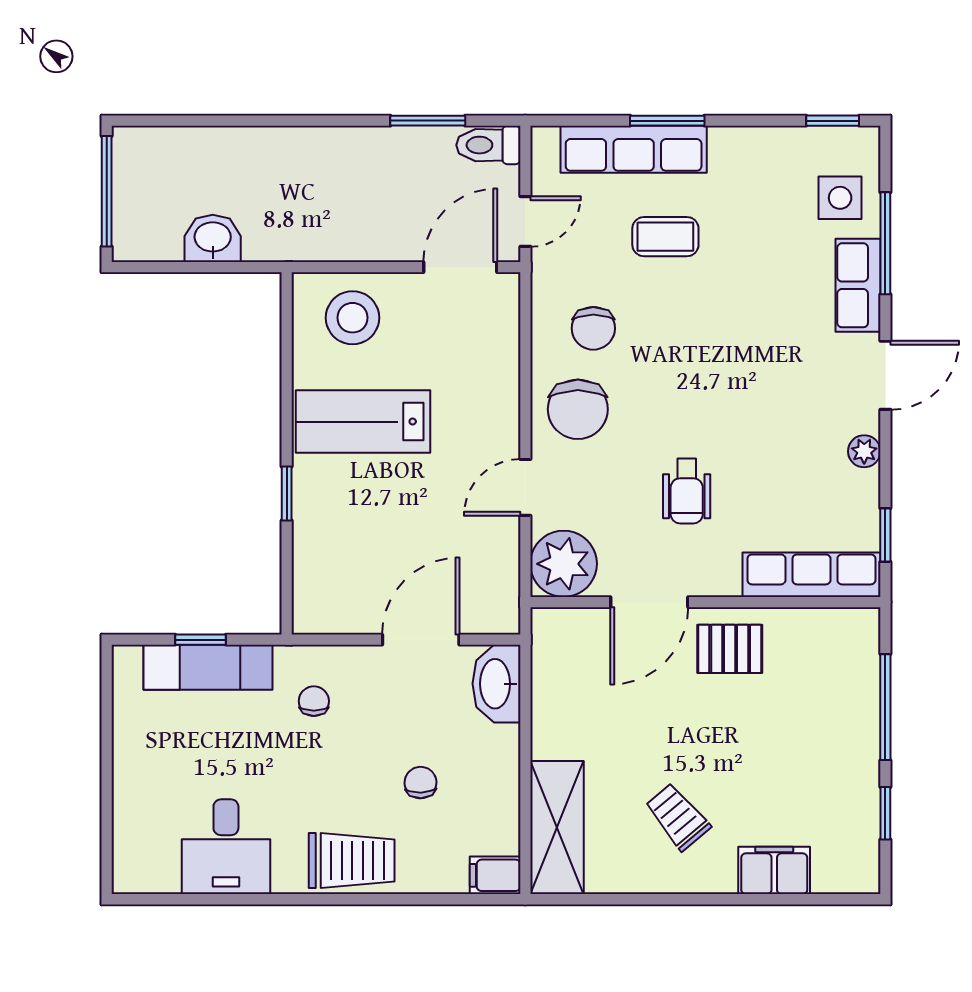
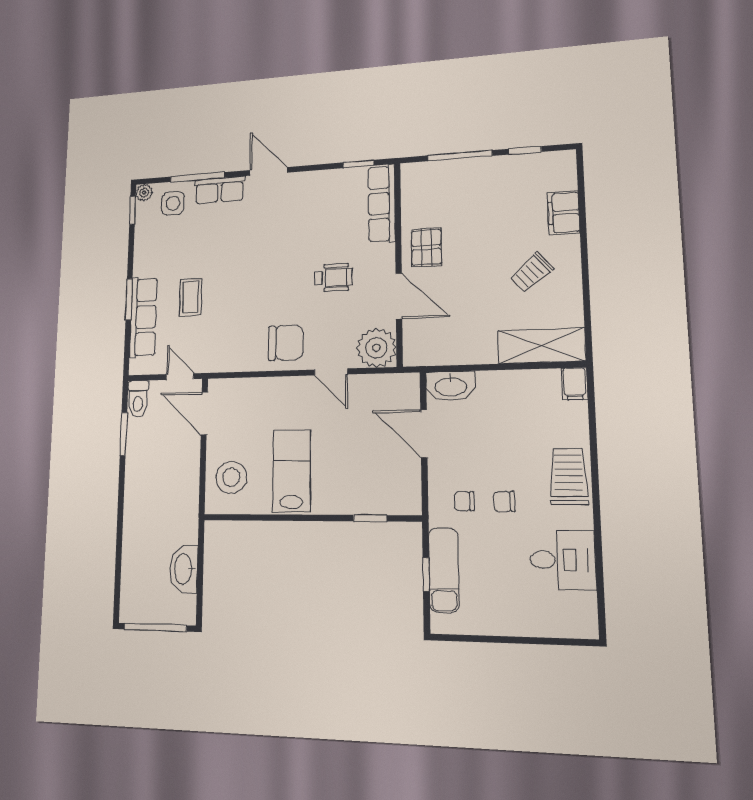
washbasin: (213, 238) -> (184, 569), width x1.38
chair: (593, 328) -> (240, 336), removed
lab bench: (363, 422) -> (292, 471), turned 180
plant: (864, 451) -> (144, 193), moved
window: (287, 493) -> (370, 518), moved
chair: (421, 783) -> (504, 502), moved

